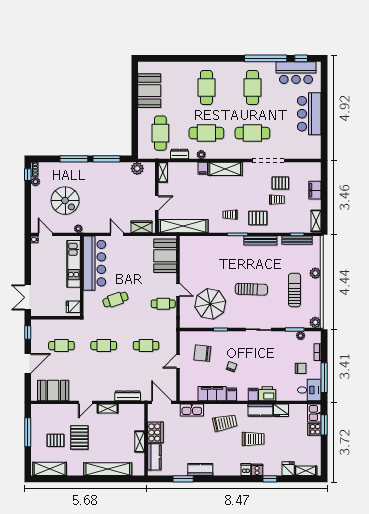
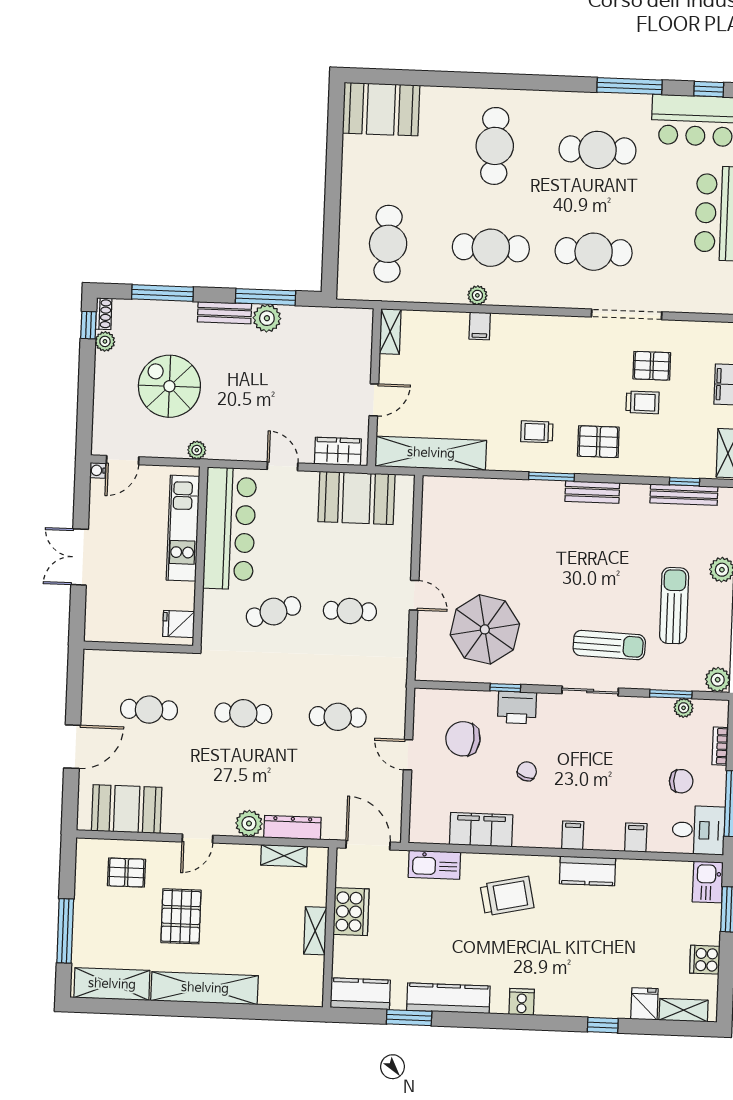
window: (266, 58) -> (630, 86), width x0.68
cafe table: (252, 87) -> (598, 150), turned 90
booth: (149, 91) -> (381, 109), moved, turned 90
dresser: (179, 154) -> (429, 292), removed
window: (74, 159) -> (162, 293), moved
bench: (88, 167) -> (224, 313), added
plant: (137, 168) -> (267, 318), moved
shelving: (225, 169) -> (529, 329), removed
spiral stairs: (65, 201) -> (169, 386), turned 180
door: (45, 234) -> (123, 460), swing flipped
bench: (260, 241) -> (592, 492), width x0.73
booth: (165, 256) -> (357, 498), moved, turned 90
sun lounger: (251, 289) -> (609, 645), moved
double door: (28, 297) -> (80, 557), moved
cafe table: (163, 304) -> (350, 611), moved
window: (28, 333) -> (75, 678), removed
door: (178, 361) -> (408, 755), hinge flipped
filing cabinet: (232, 394) -> (636, 837), moved
printer: (267, 394) -> (517, 707), moved, turned 180
plant: (108, 395) -> (249, 823), added
shelving: (108, 409) -> (284, 856), moved
fridge: (281, 410) -> (633, 873), removed
cooker: (314, 429) -> (705, 960), moved
window: (28, 432) -> (65, 931), moved
trolley: (253, 439) -> (569, 935), removed
pallet: (55, 440) -> (126, 873), moved
kitchen counter: (154, 457) -> (360, 994), moved, turned -90
shelving: (108, 469) -> (205, 988), moved
kitchen counter: (200, 469) -> (448, 998), width x1.50
dishwasher: (246, 469) -> (550, 1002), removed
cooker: (257, 470) -> (522, 1002), moved

